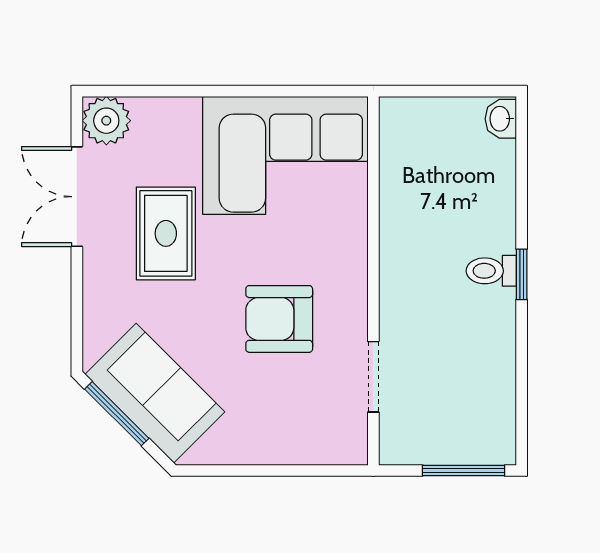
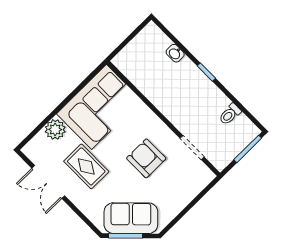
washbasin: (501, 119) -> (175, 53), moved
plant: (106, 121) -> (55, 129), moved
toilet: (491, 271) -> (230, 114), moved
armchair: (279, 319) -> (146, 158), turned 90

